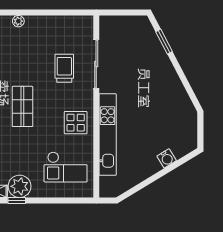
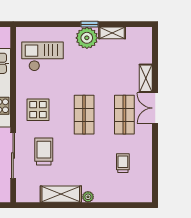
shelving: (47, 24) -> (61, 194), added
trolley: (64, 68) -> (44, 151), turned 180
display table: (76, 123) -> (38, 110), moved

